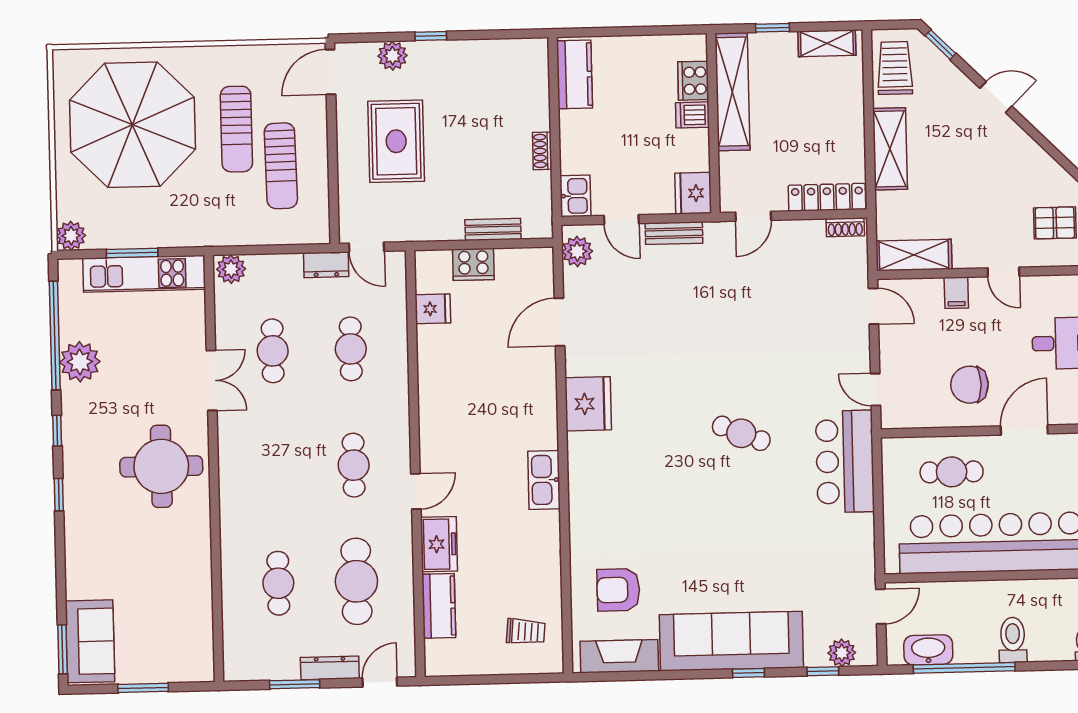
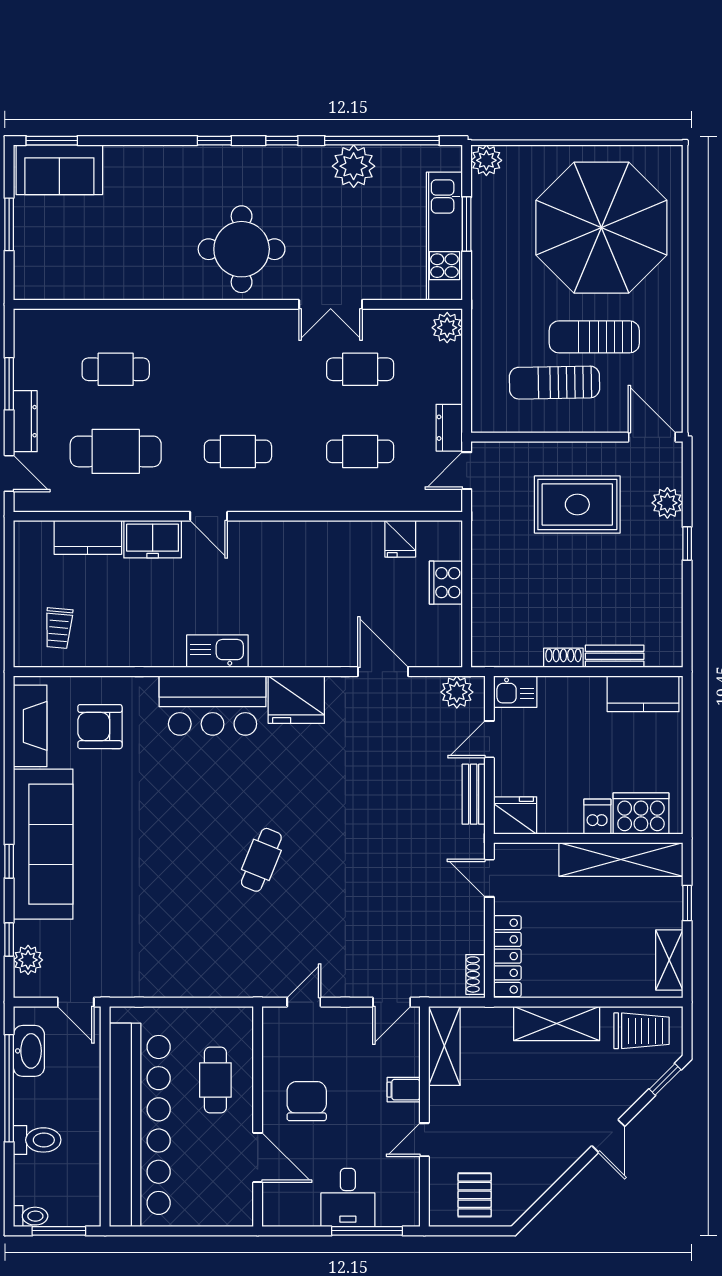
cooker: (693, 81) -> (641, 813), width x1.37, depth x1.31
bench: (493, 229) -> (615, 656), moved, turned 90
bar counter: (845, 461) -> (213, 706), moved, turned 180
armchair: (618, 590) -> (100, 727), turned -90

